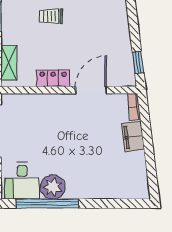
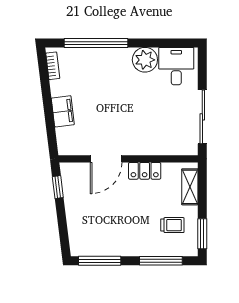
trolley: (51, 16) -> (172, 225), moved
bookcase: (134, 107) -> (53, 66), moved
window: (47, 204) -> (96, 43), moved

